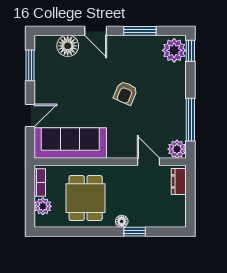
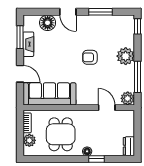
plant: (174, 50) -> (126, 56), moved
fireplace: (41, 75) -> (28, 44), added
armchair: (126, 93) -> (90, 57), turned 67
door: (30, 116) -> (20, 74), hinge flipped
dresser: (179, 181) -> (129, 146), moved

